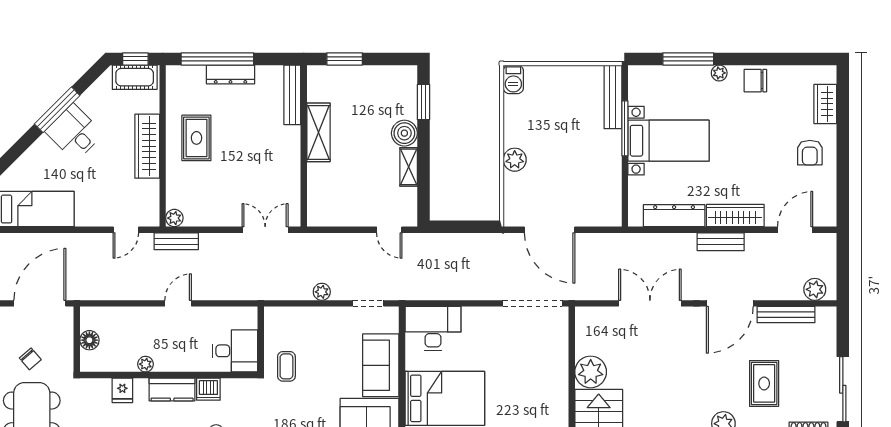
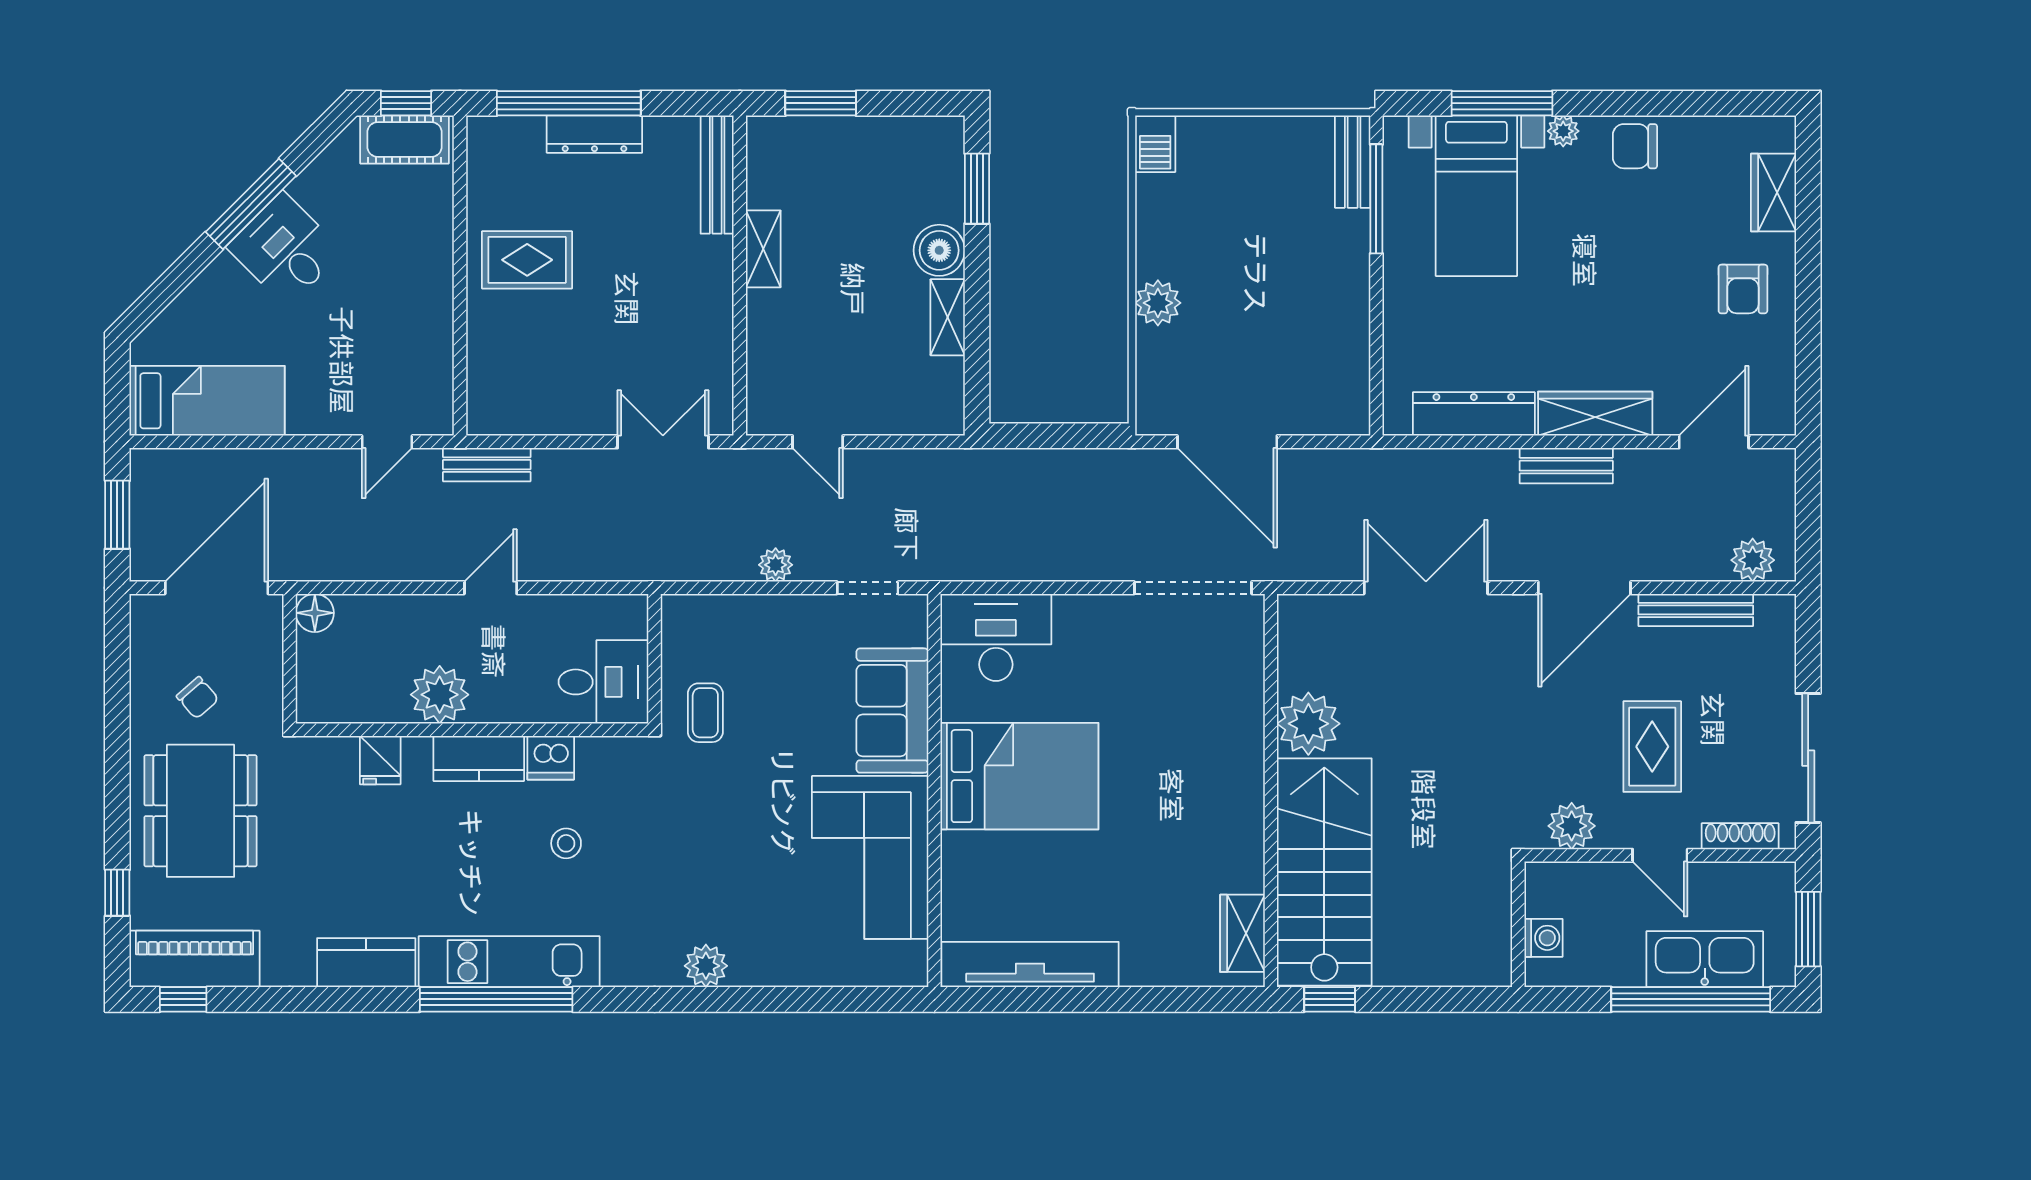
bench: (613, 97) -> (1353, 162), width x0.73
window: (625, 128) -> (1376, 199), moved
shelving: (319, 132) -> (763, 249), width x0.67, depth x0.75
rug: (196, 138) -> (527, 260), turned 90
bed with nightstands: (668, 141) -> (1476, 196), moved, turned 90
wardrobe: (147, 146) -> (429, 276), removed
plant: (174, 218) -> (483, 419), removed
door: (389, 230) -> (818, 442), moved
floor lamp: (89, 340) -> (315, 613), moved
plant: (146, 364) -> (440, 695), width x1.88, depth x1.88

